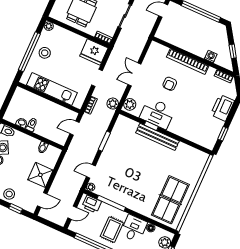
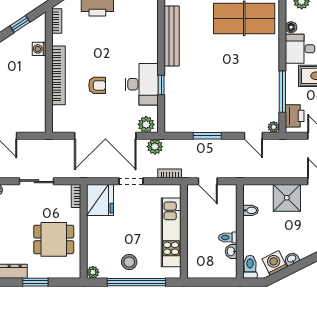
double door: (134, 74) -> (105, 136), width x1.87
bench: (157, 137) -> (172, 36), moved

